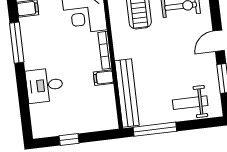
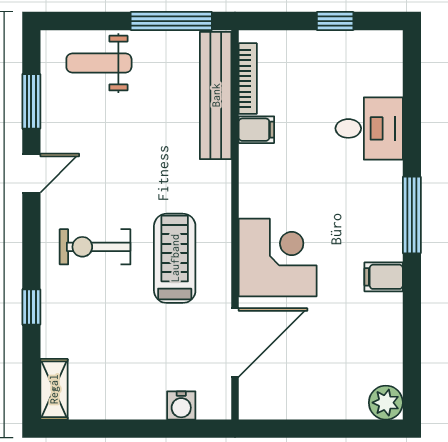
bookcase: (105, 50) -> (248, 79), moved
weight bench: (190, 103) -> (99, 63), turned 180

